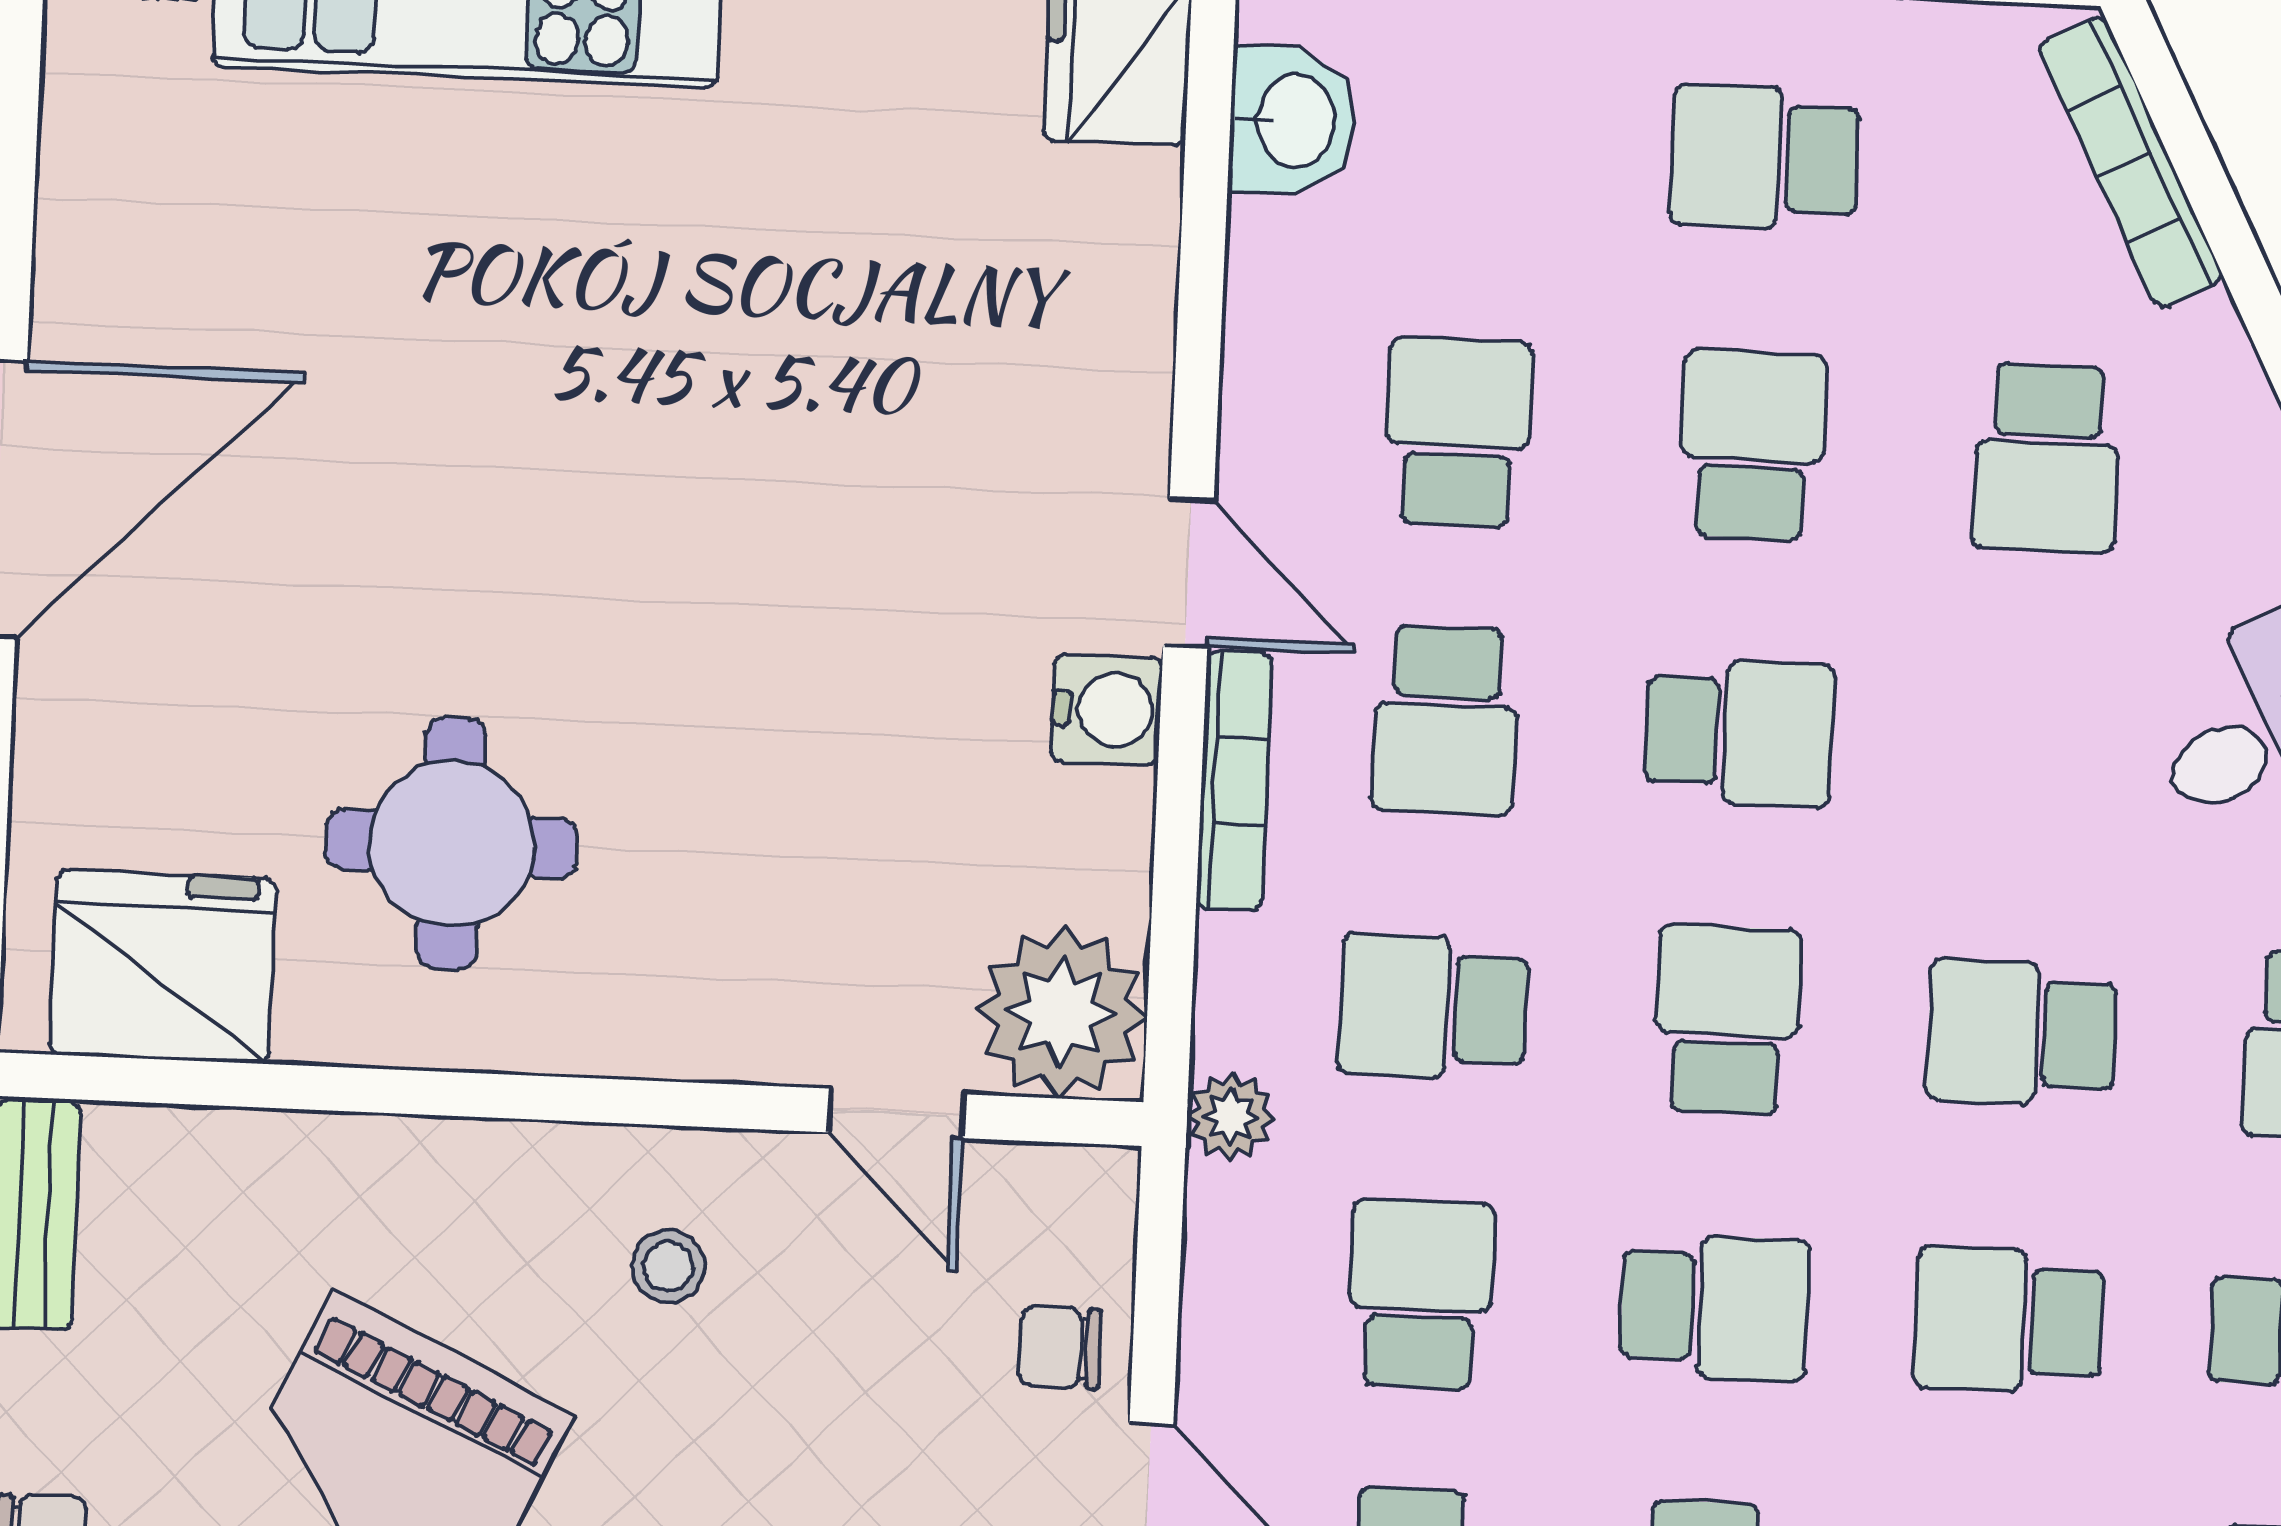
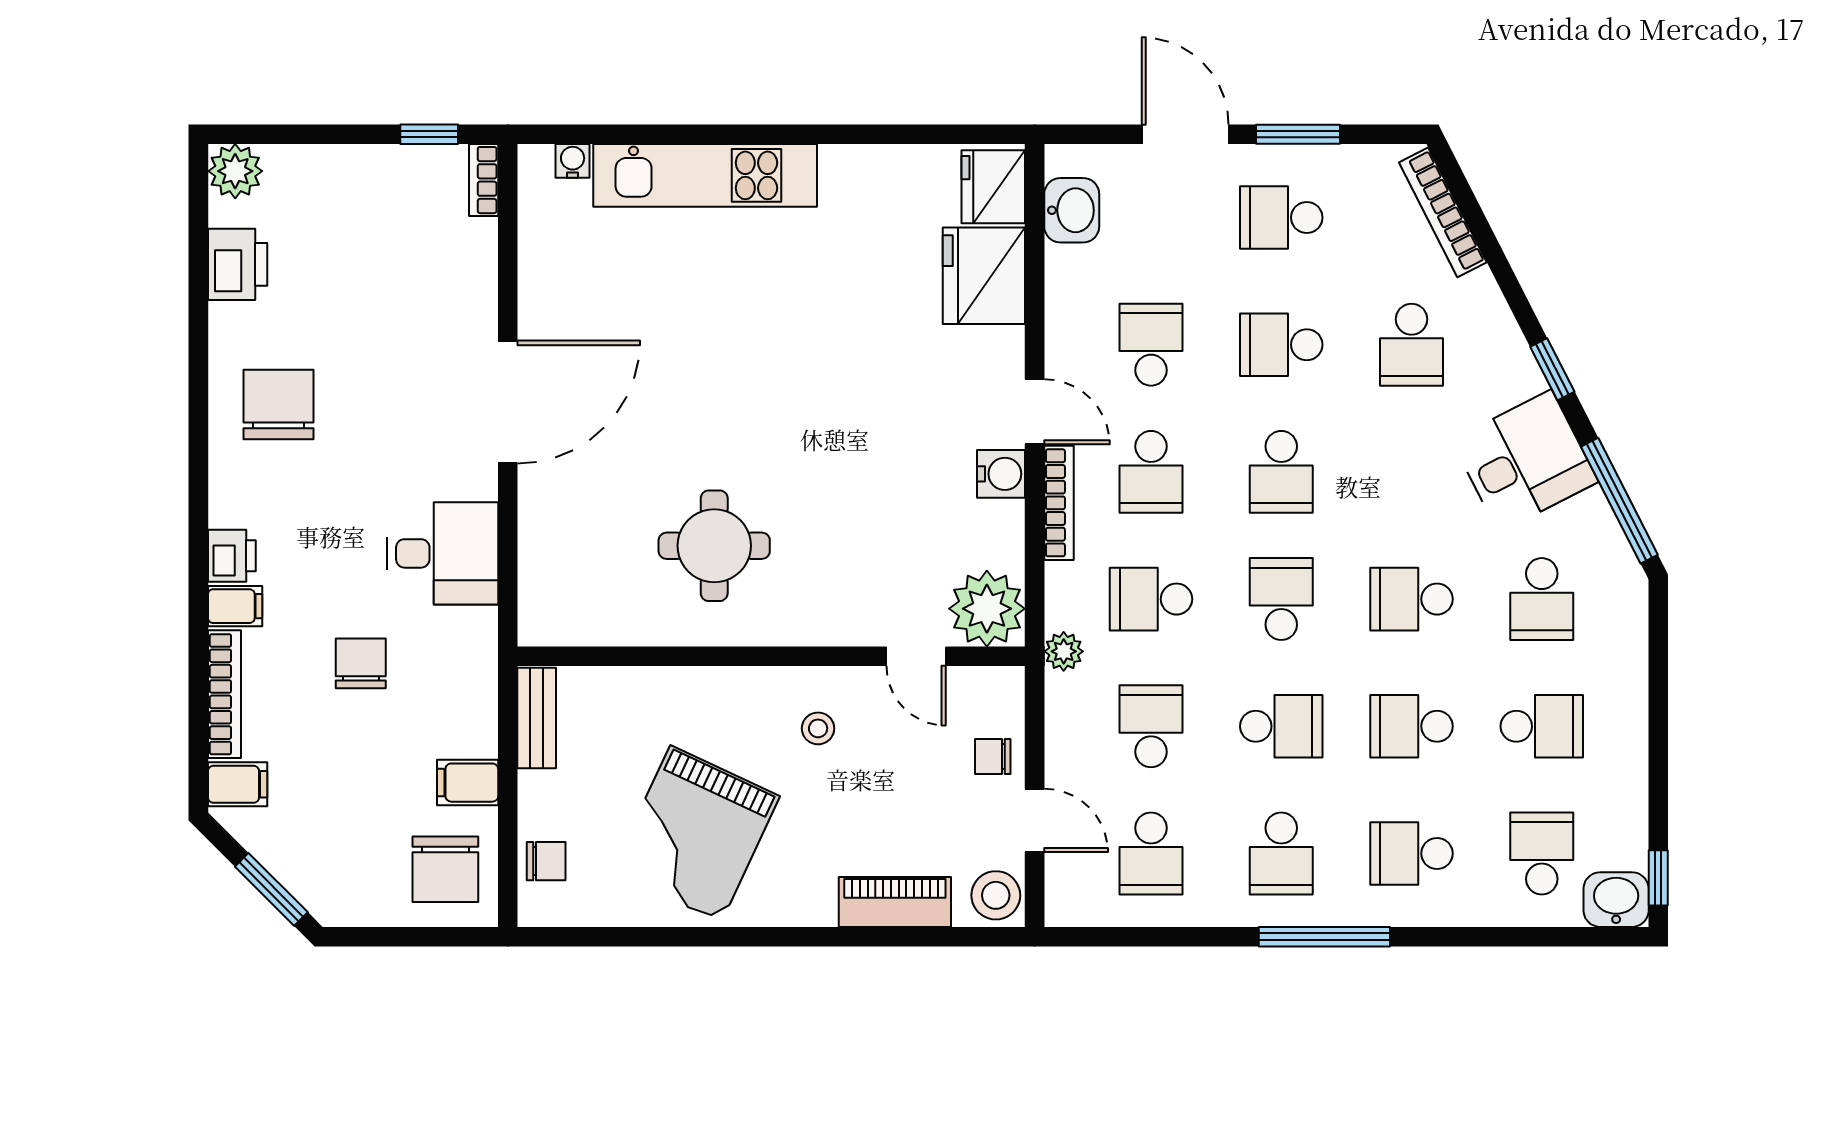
school desk: (1752, 445) -> (1281, 345), turned -90
school desk: (1740, 733) -> (1281, 472), turned 90
fridge: (163, 967) -> (984, 276), moved, turned -90

